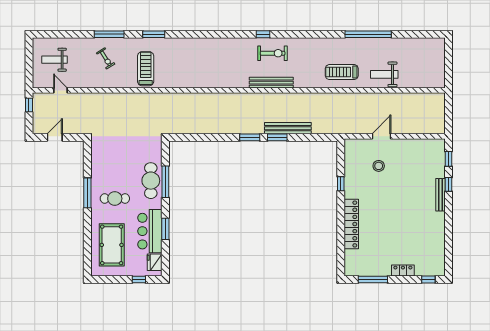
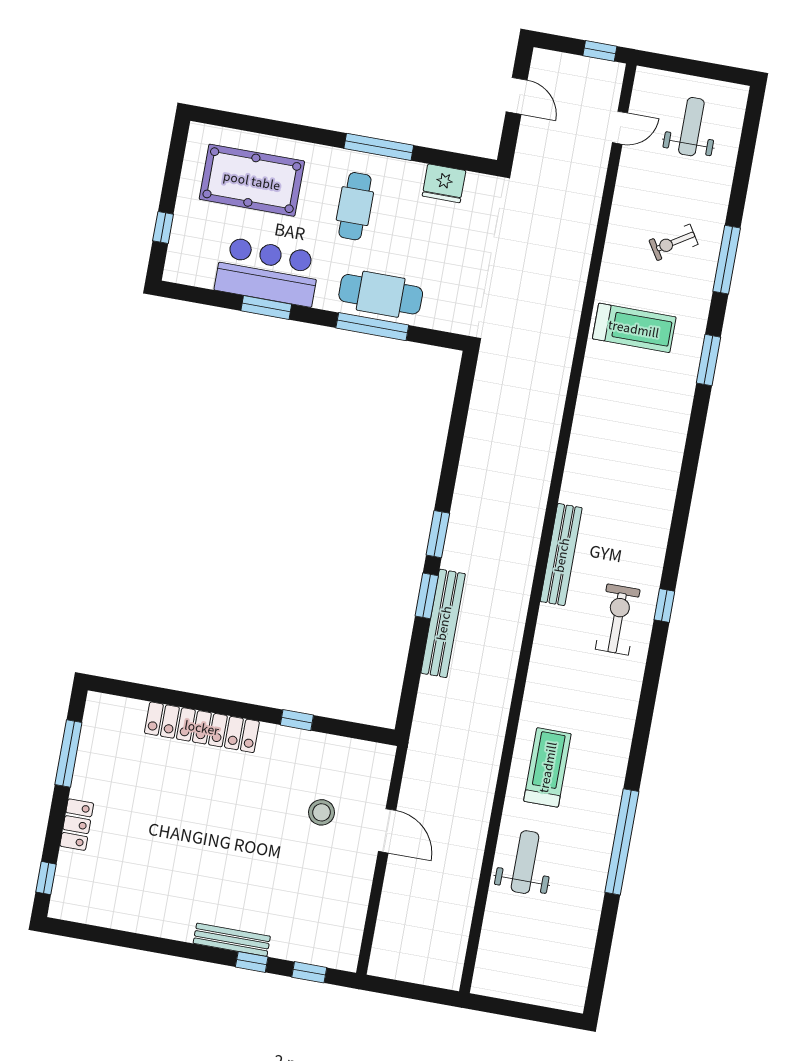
exercise bike: (273, 53) -> (618, 619), turned 180
bench: (271, 83) -> (561, 555), moved
fridge: (155, 262) -> (444, 183), moved, turned 180

